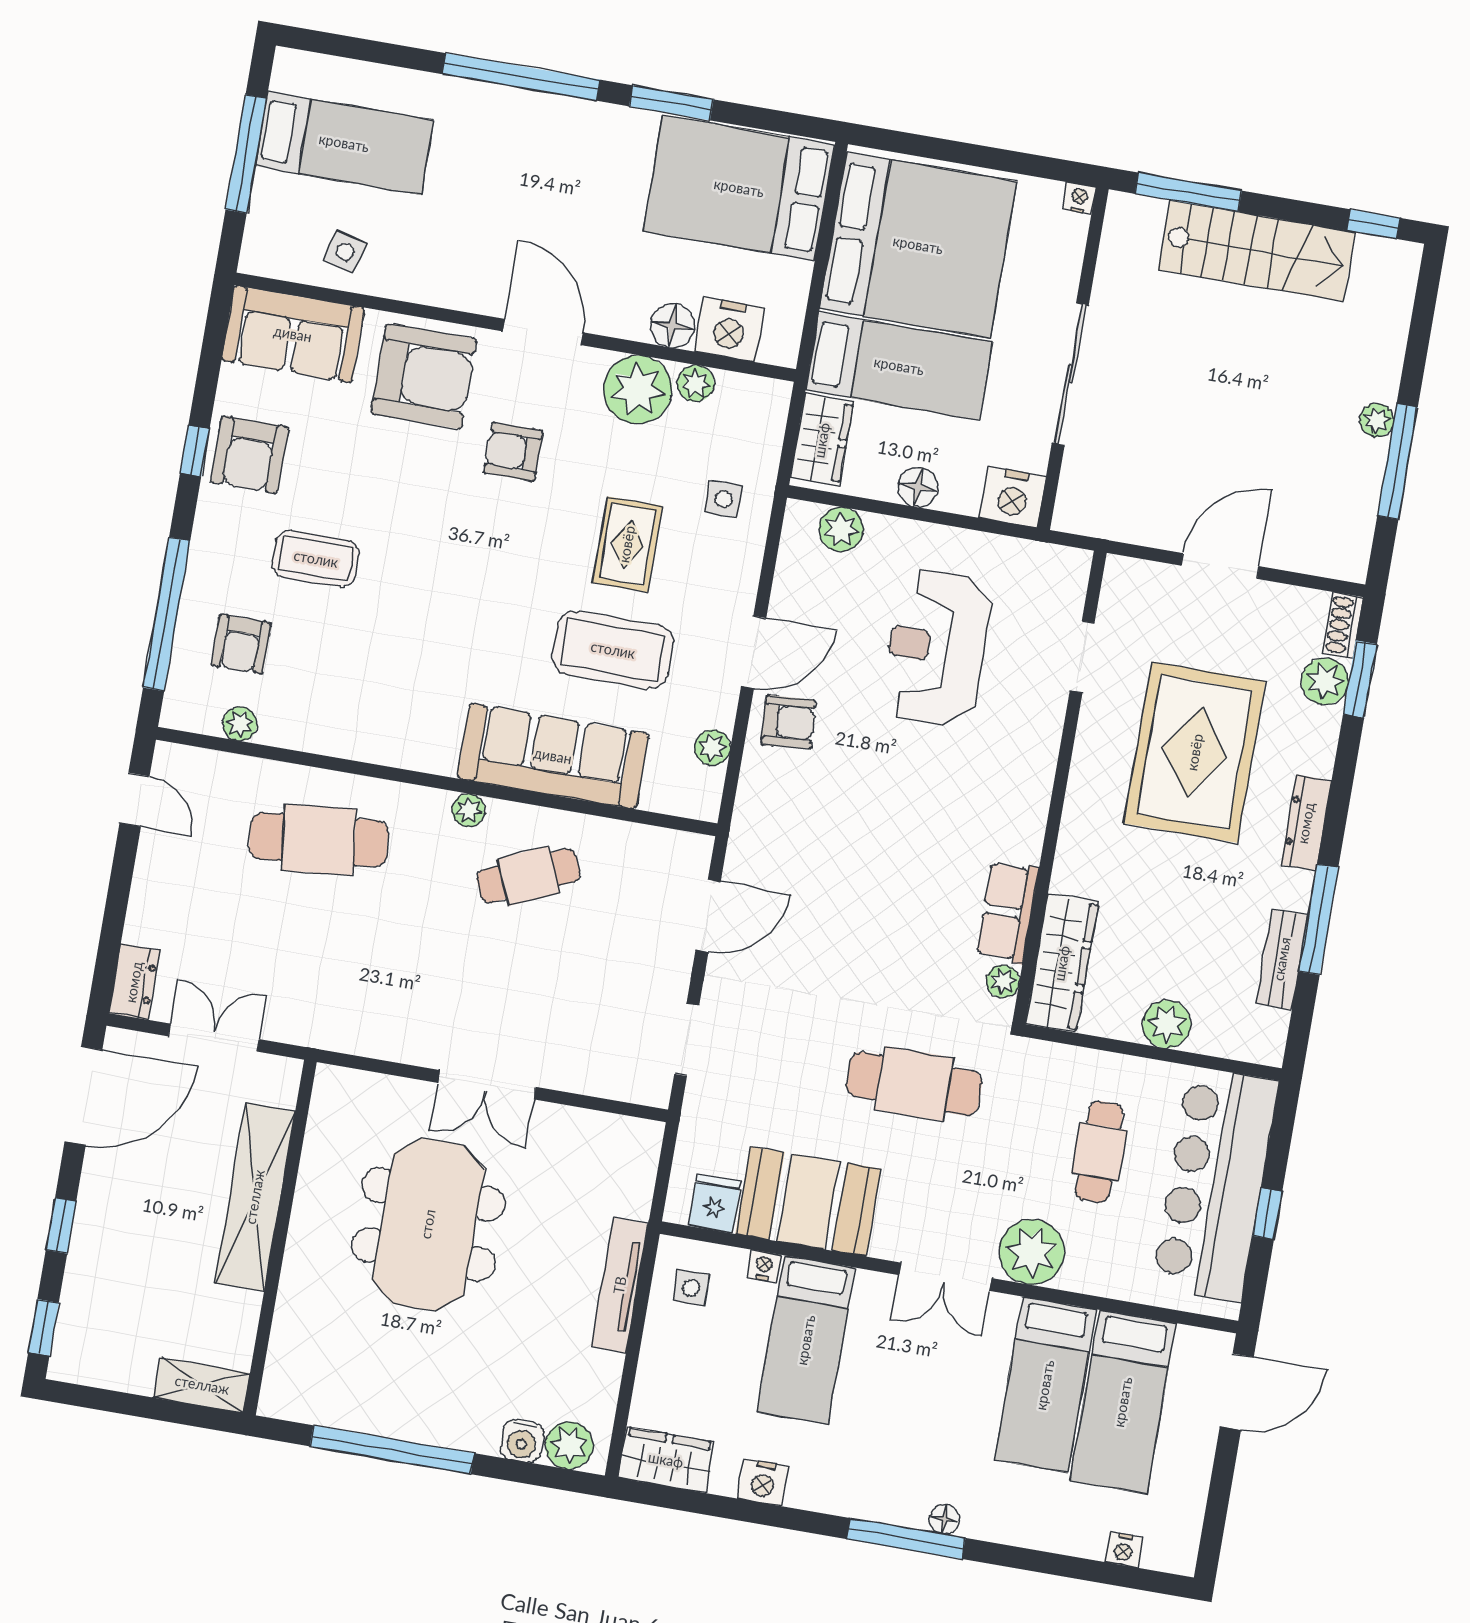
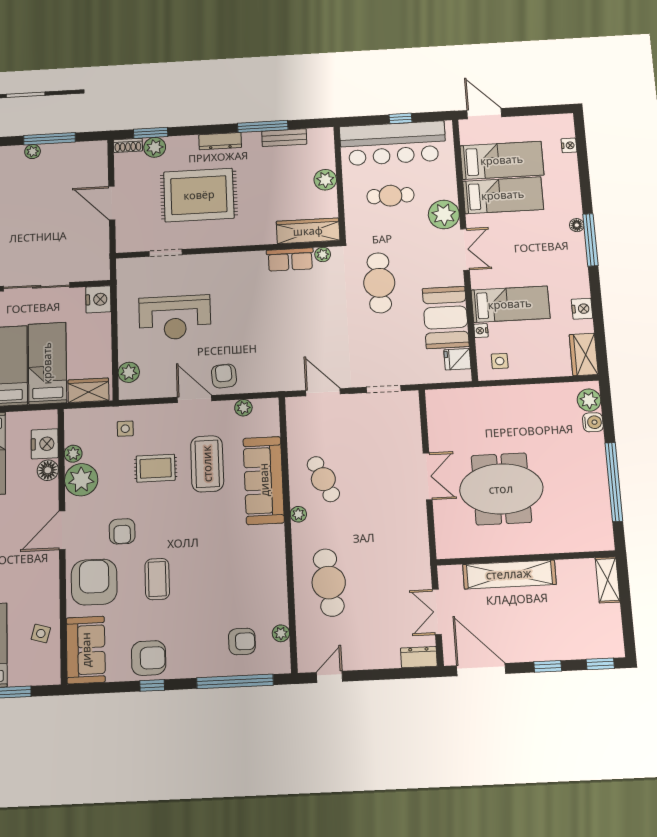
floor lamp: (918, 487) -> (102, 342), removed
coffee table: (316, 559) -> (157, 579), moved
tv unit: (620, 1285) -> (507, 394), removed

